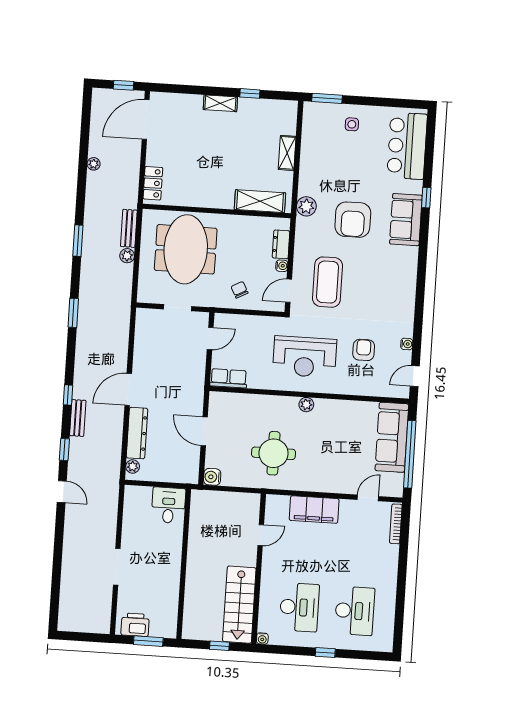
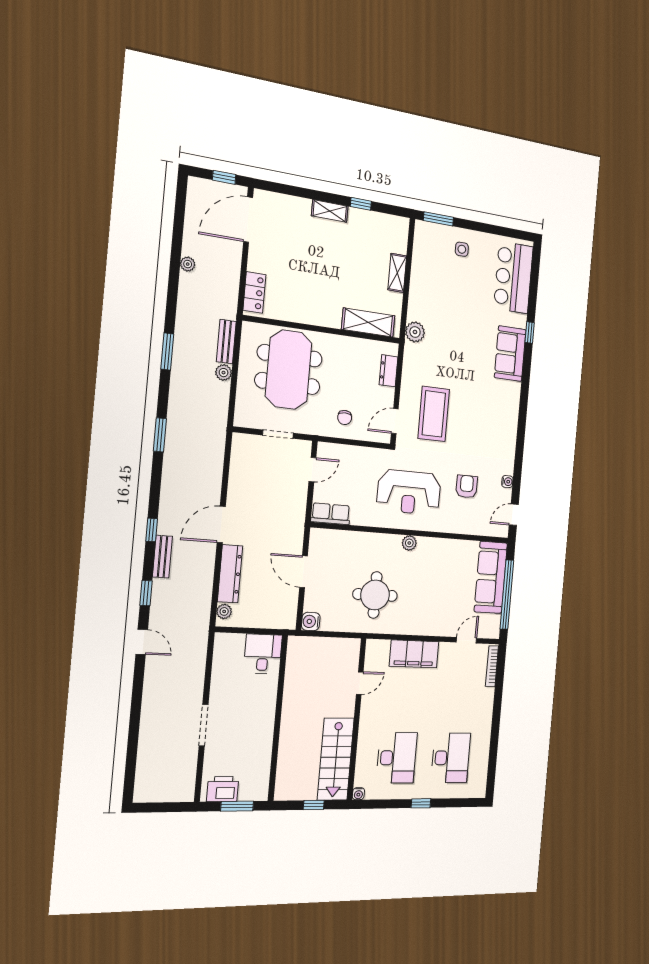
armchair: (353, 220) -> (460, 350), removed
water cooler: (282, 266) -> (389, 394), removed
chair: (240, 290) -> (345, 418), turned -152

